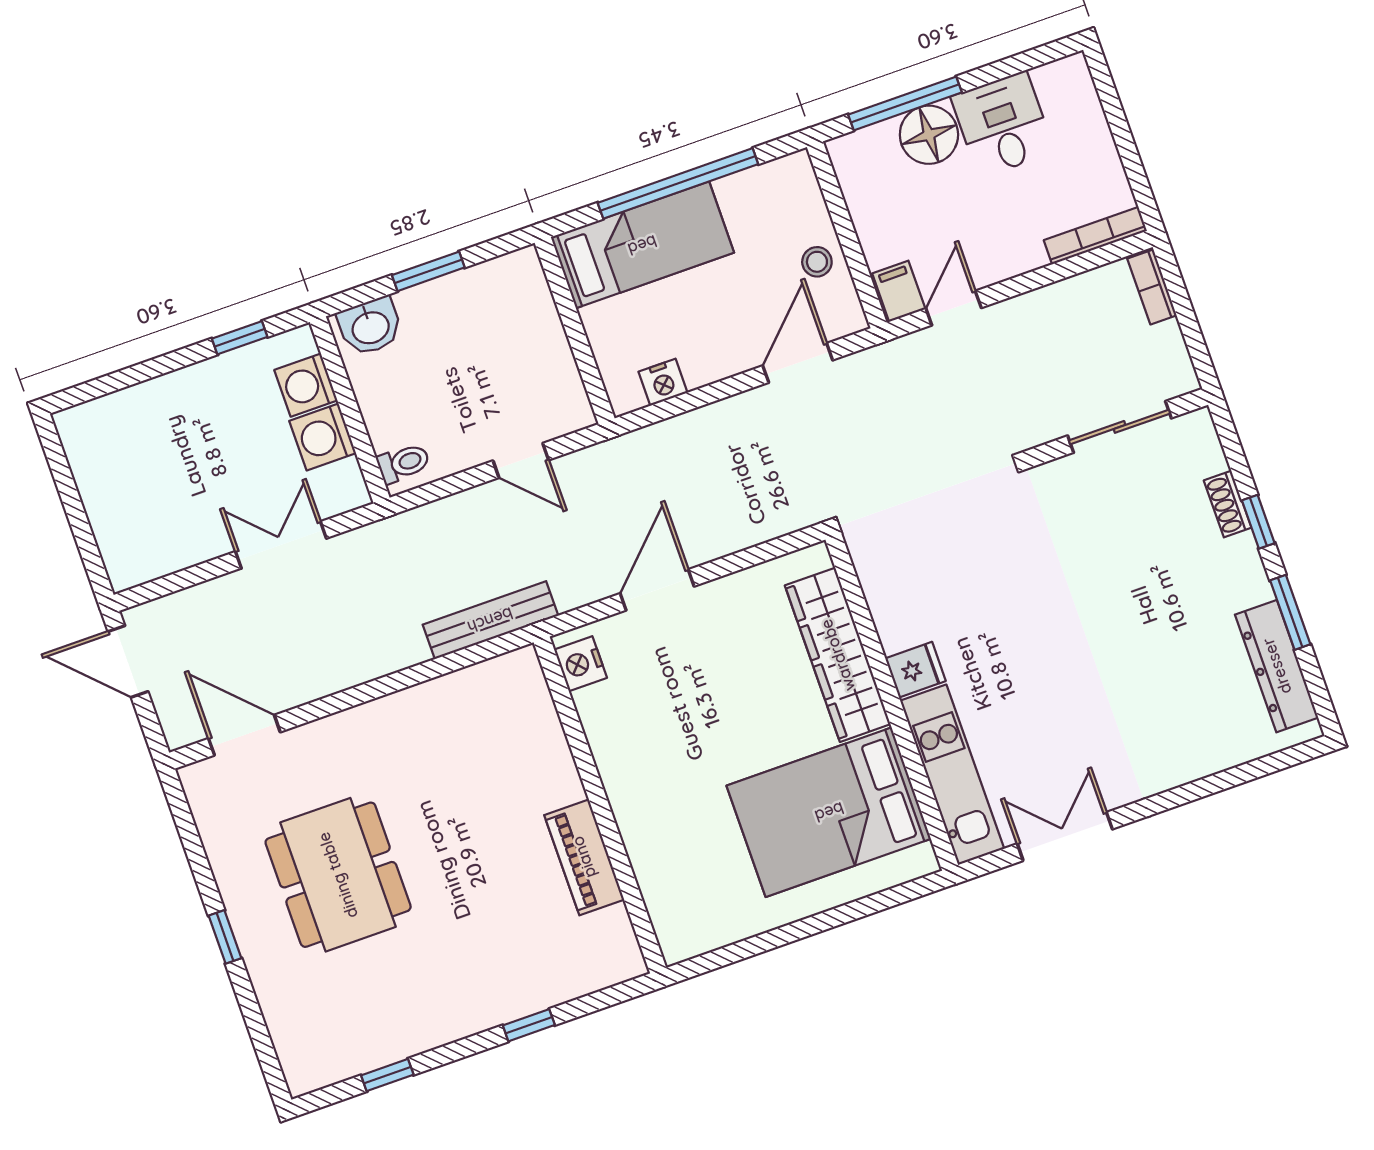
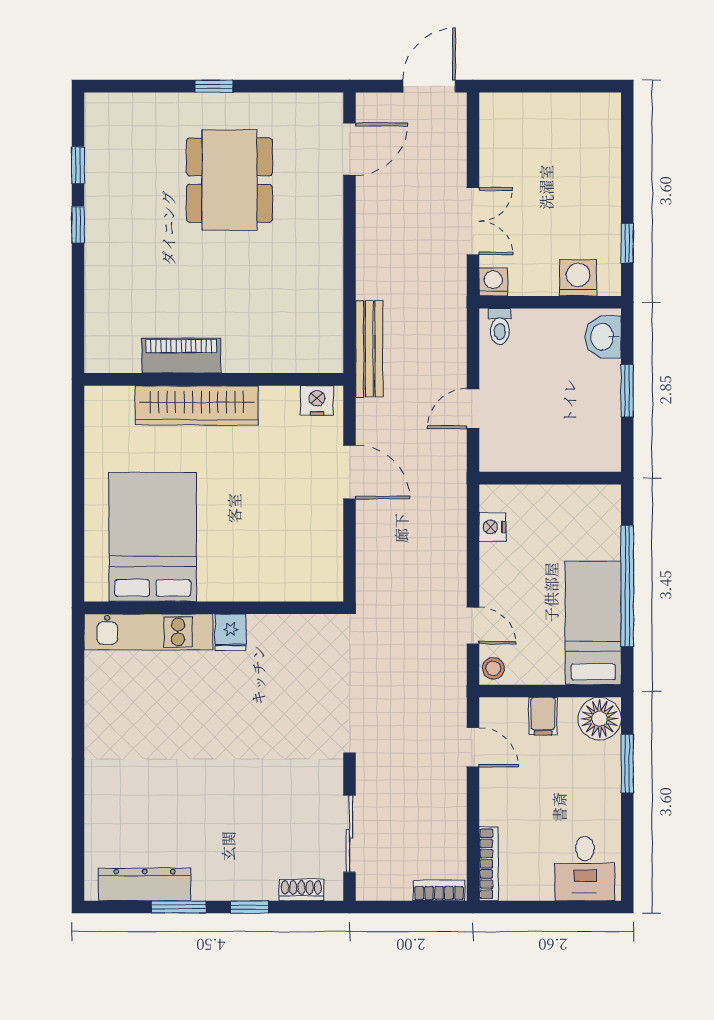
window: (905, 103) -> (627, 764), width x0.69
desk: (1003, 124) -> (585, 869), moved, turned 90
floor lamp: (929, 135) -> (600, 719), moved
bed: (642, 245) -> (593, 623), moved, turned 180
stool: (817, 262) -> (493, 668), moved
filing cabinet: (899, 291) -> (543, 716), moved, turned 90
door: (798, 363) -> (473, 625), width x0.73
washing machine: (323, 437) -> (493, 282), moved, width x0.73, depth x0.73
shoe rack: (1228, 504) -> (301, 890), moved
wardrobe: (838, 655) -> (197, 405), moved, turned 180
double door: (1065, 836) -> (78, 695), removed
dining table: (338, 875) -> (229, 180), turned 90
window: (529, 1025) -> (78, 225), moved

